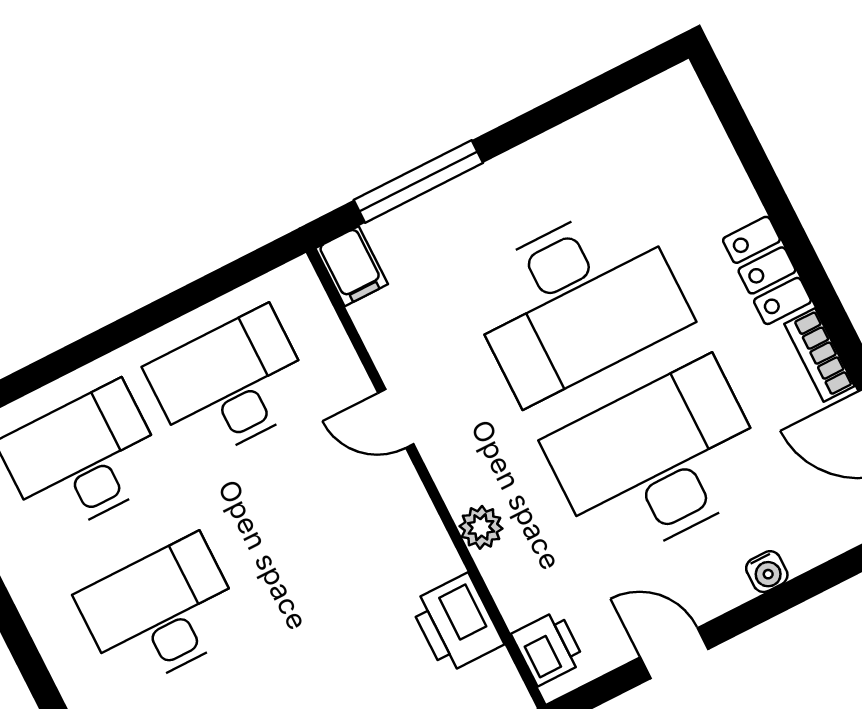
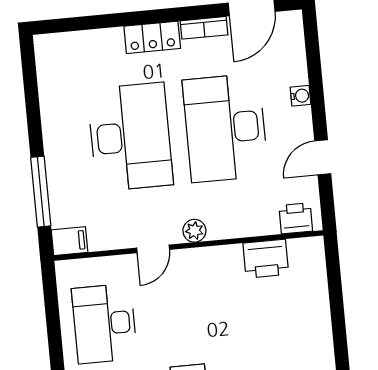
plant: (481, 527) -> (194, 231), moved

